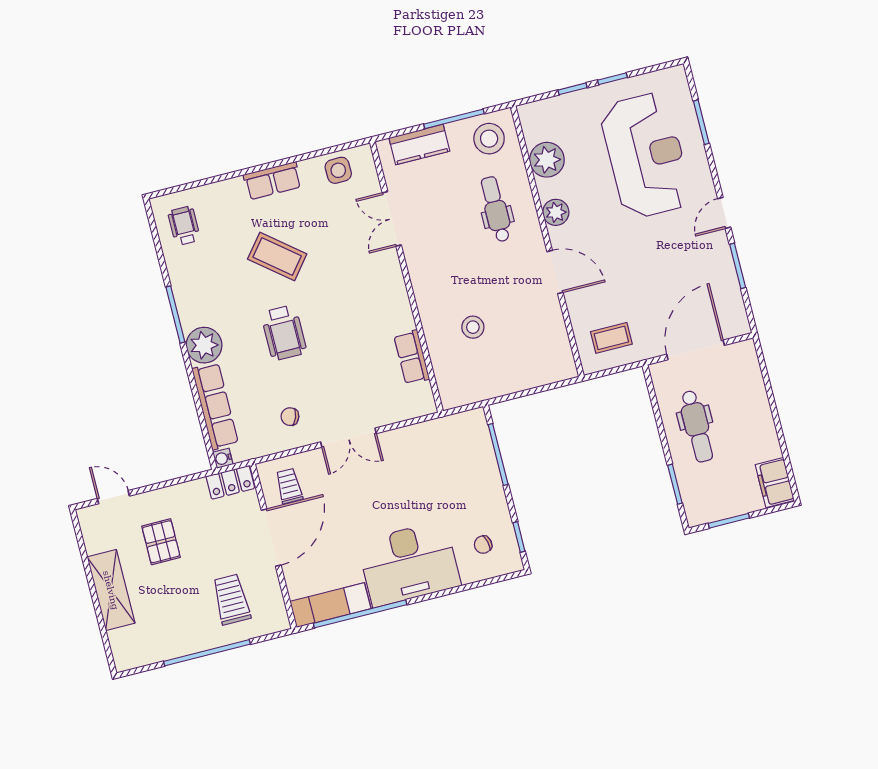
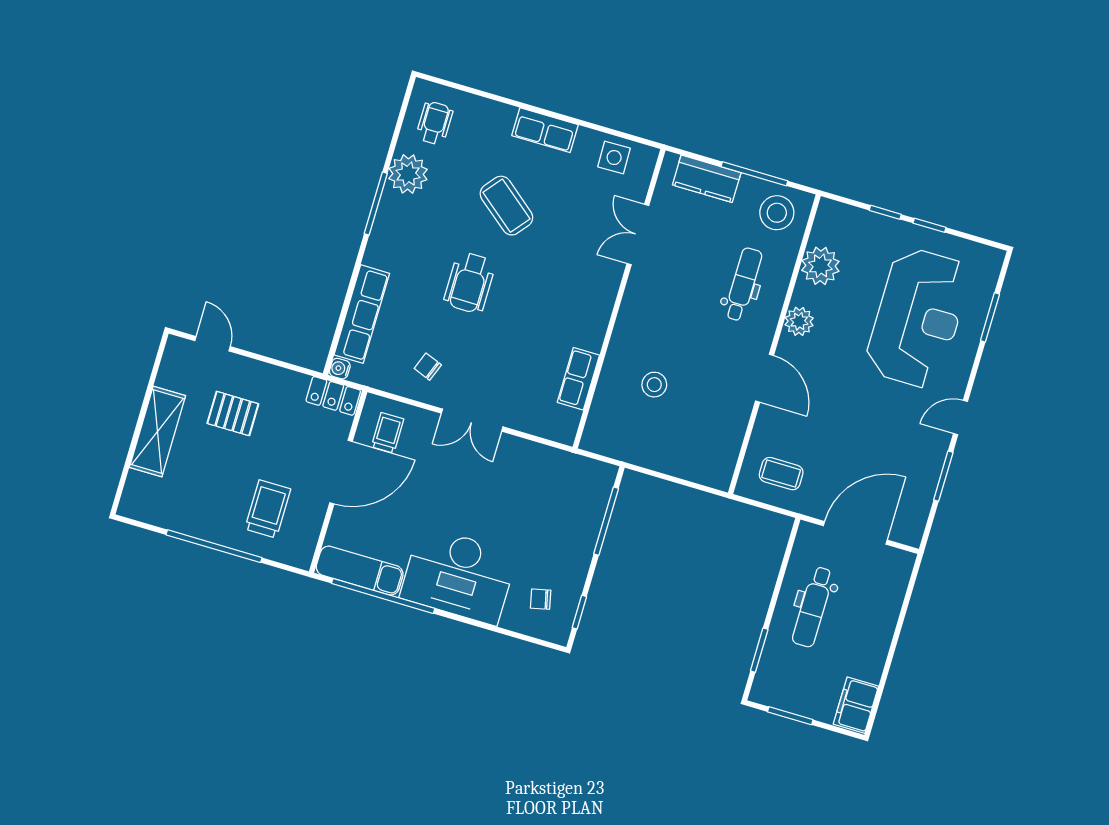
plant: (204, 345) -> (408, 174), moved
pallet: (161, 542) -> (233, 414), turned 90

